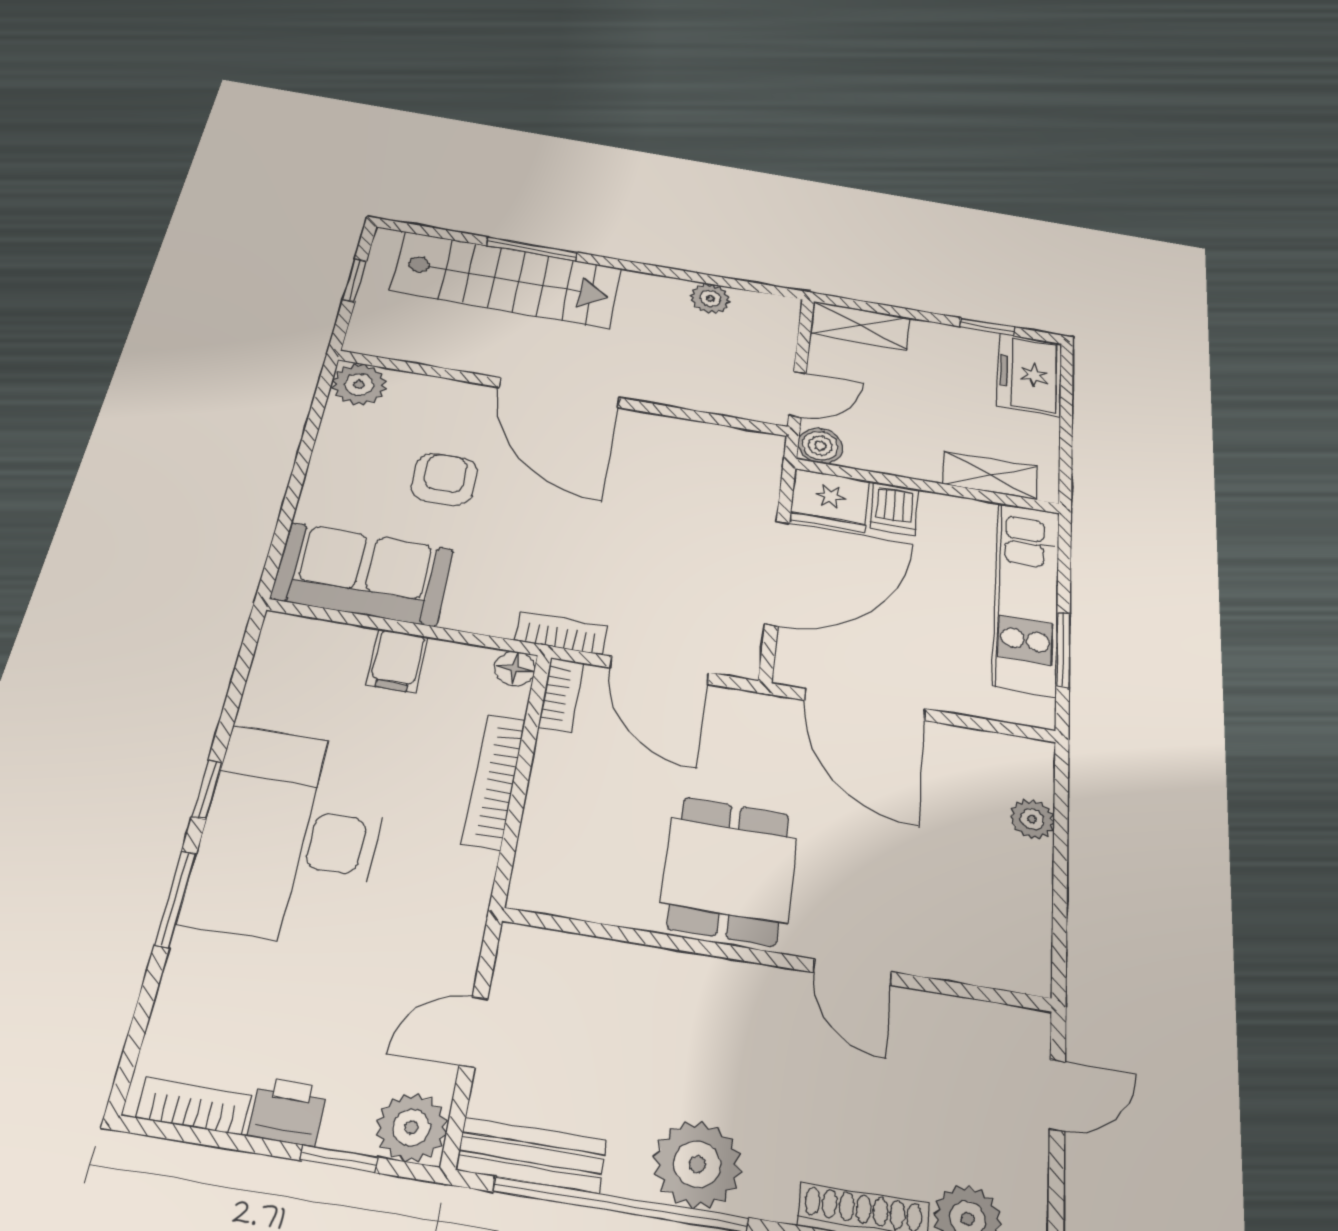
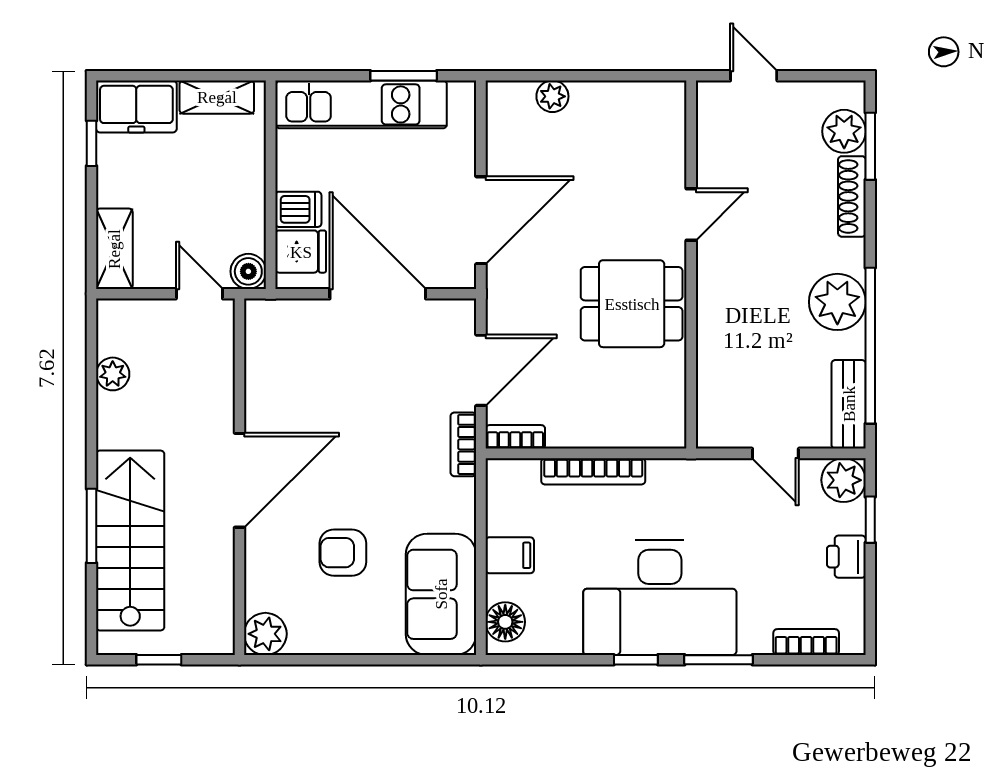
shelving: (990, 475) -> (217, 97), moved, turned 90
fridge: (830, 500) -> (301, 252), width x0.72
floor lamp: (515, 669) -> (505, 622), moved, width x1.37, depth x1.37
bookcase: (194, 1106) -> (806, 642), moved, turned 90

